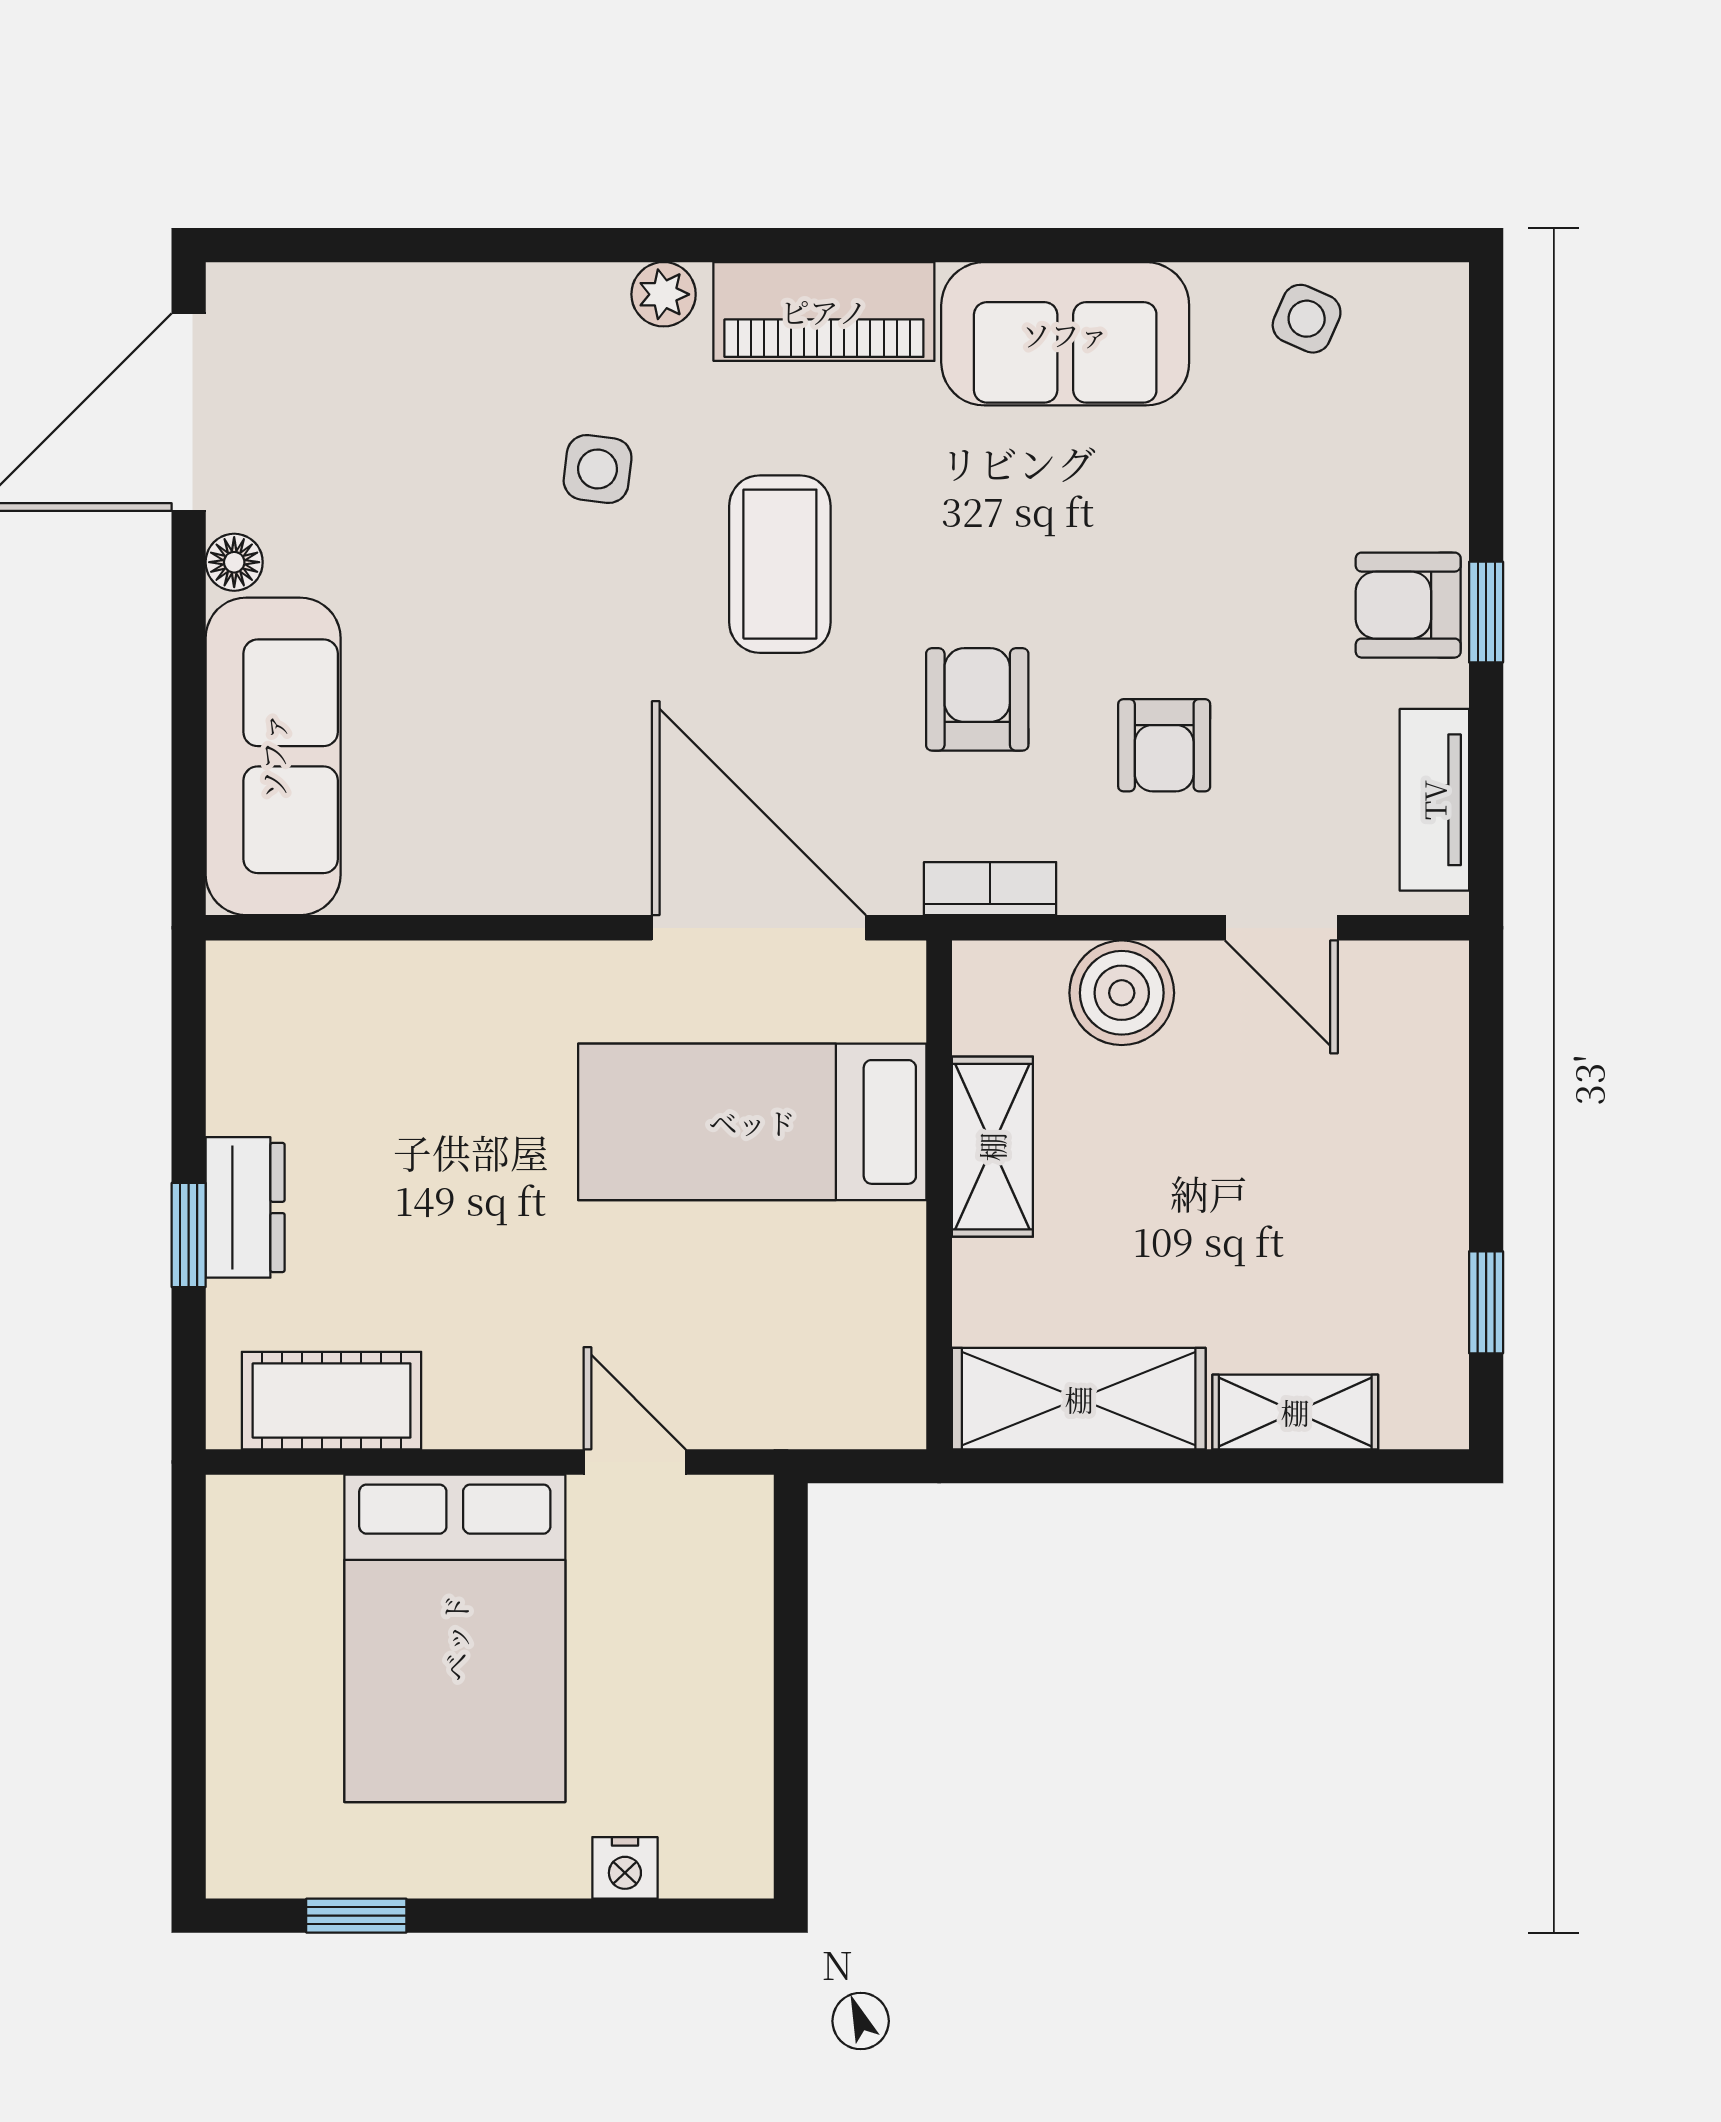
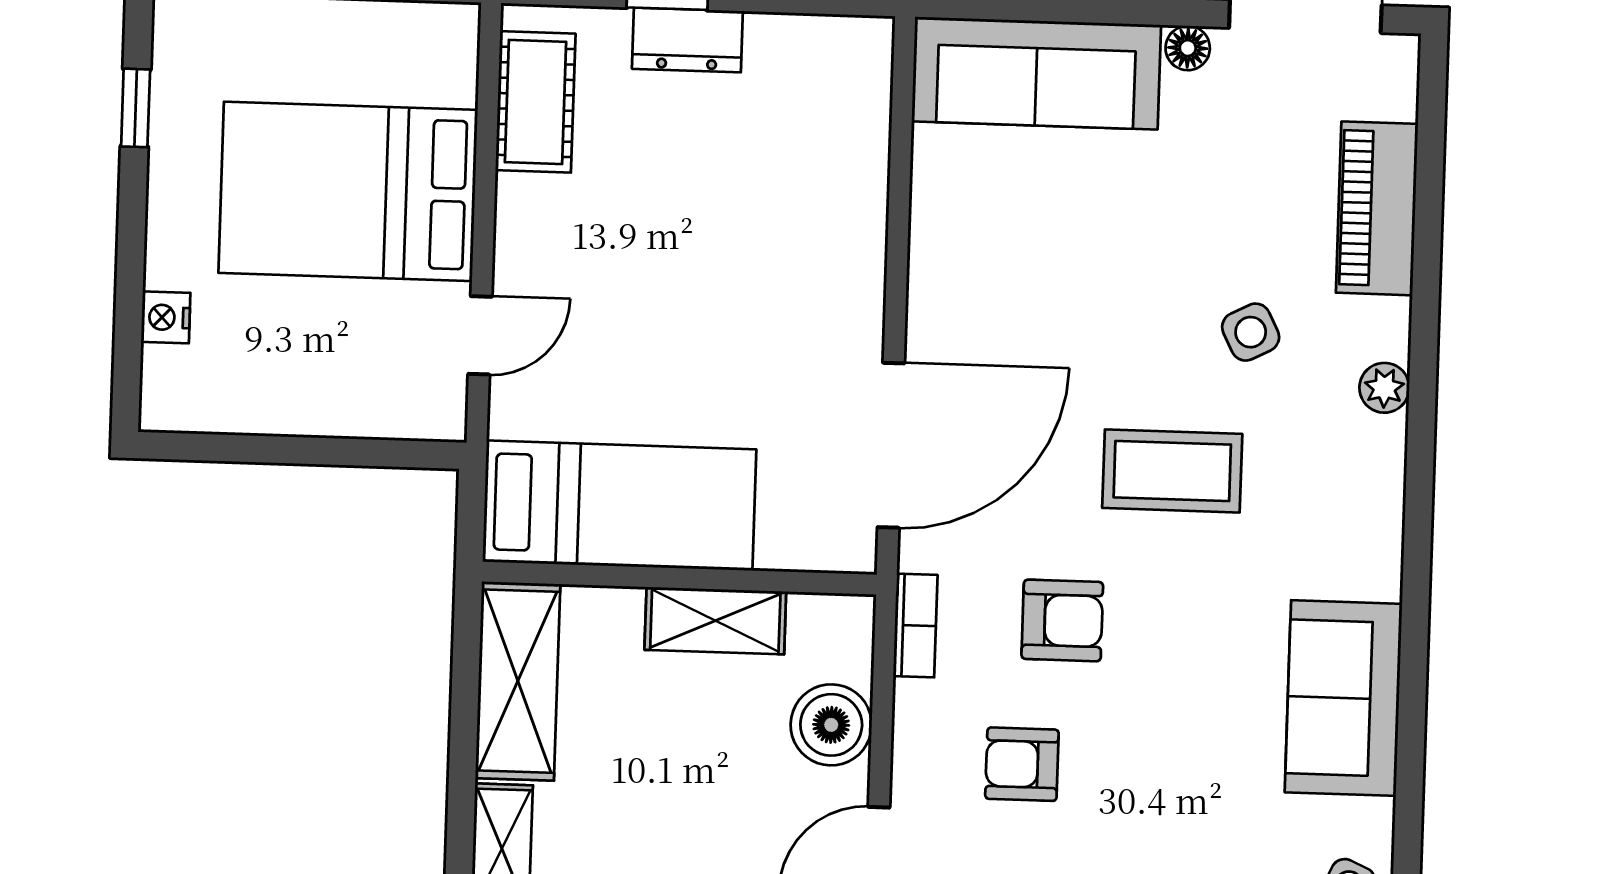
piano: (824, 311) -> (1377, 208), moved
side table: (598, 469) -> (1251, 332), turned -34
bed: (752, 1122) -> (619, 506), moved, turned 90

